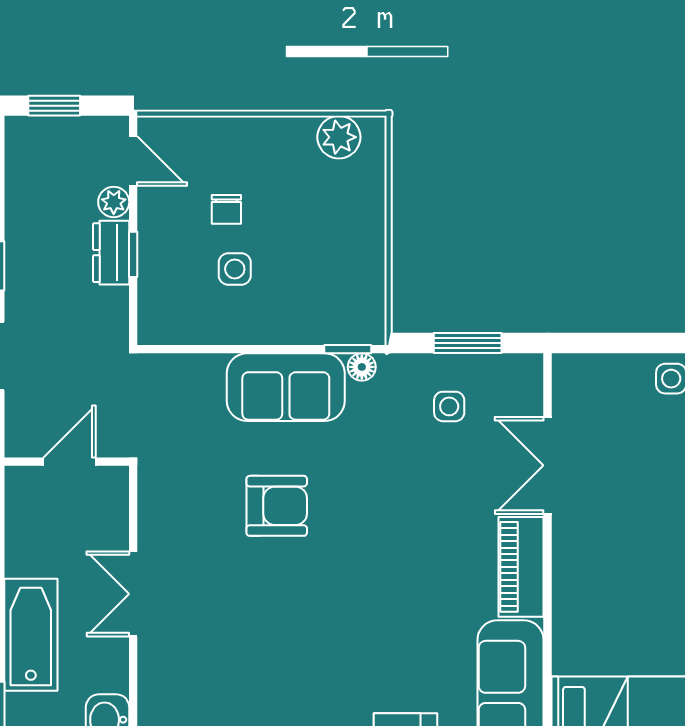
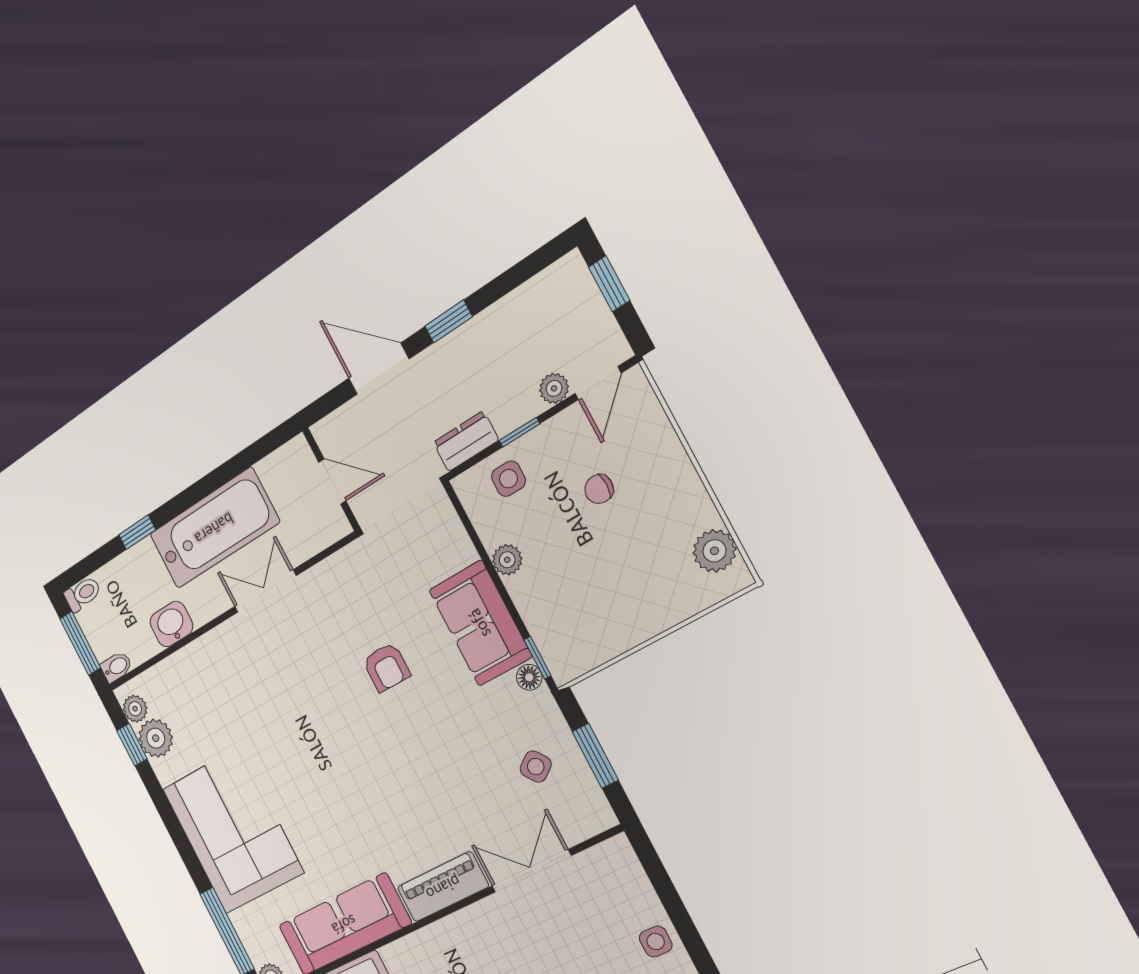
dresser: (111, 253) -> (466, 441), moved
side table: (235, 269) -> (508, 479), moved
plant: (242, 329) -> (507, 560), added
side table: (449, 406) -> (536, 767), turned -37
armchair: (277, 506) -> (386, 667), width x0.72, depth x0.72
bathtub: (31, 635) -> (214, 528), width x1.36, depth x1.36

